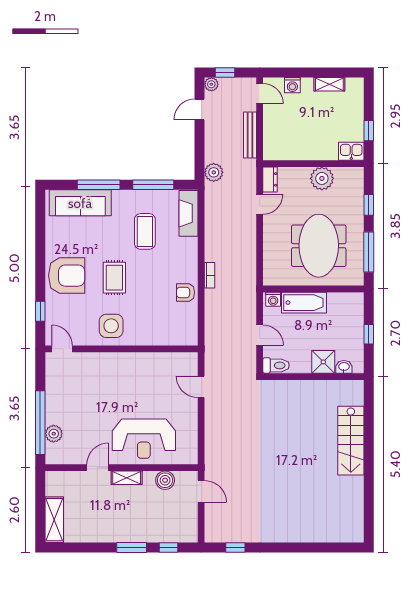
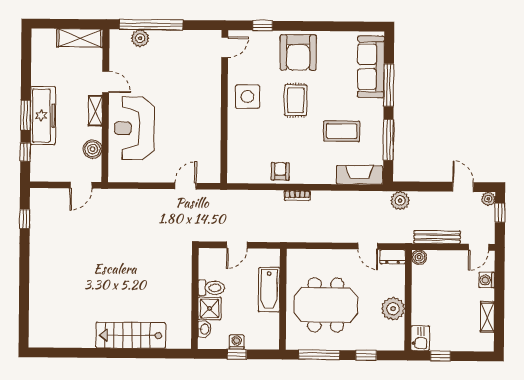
boiler: (270, 153) -> (419, 257), added
rug: (114, 278) -> (296, 100), turned 90
washing machine: (273, 299) -> (237, 342), moved, turned 90
toilet: (276, 365) -> (211, 288), moved, turned -90
shelving: (54, 520) -> (80, 38), moved
freezer: (132, 530) -> (43, 116), added

